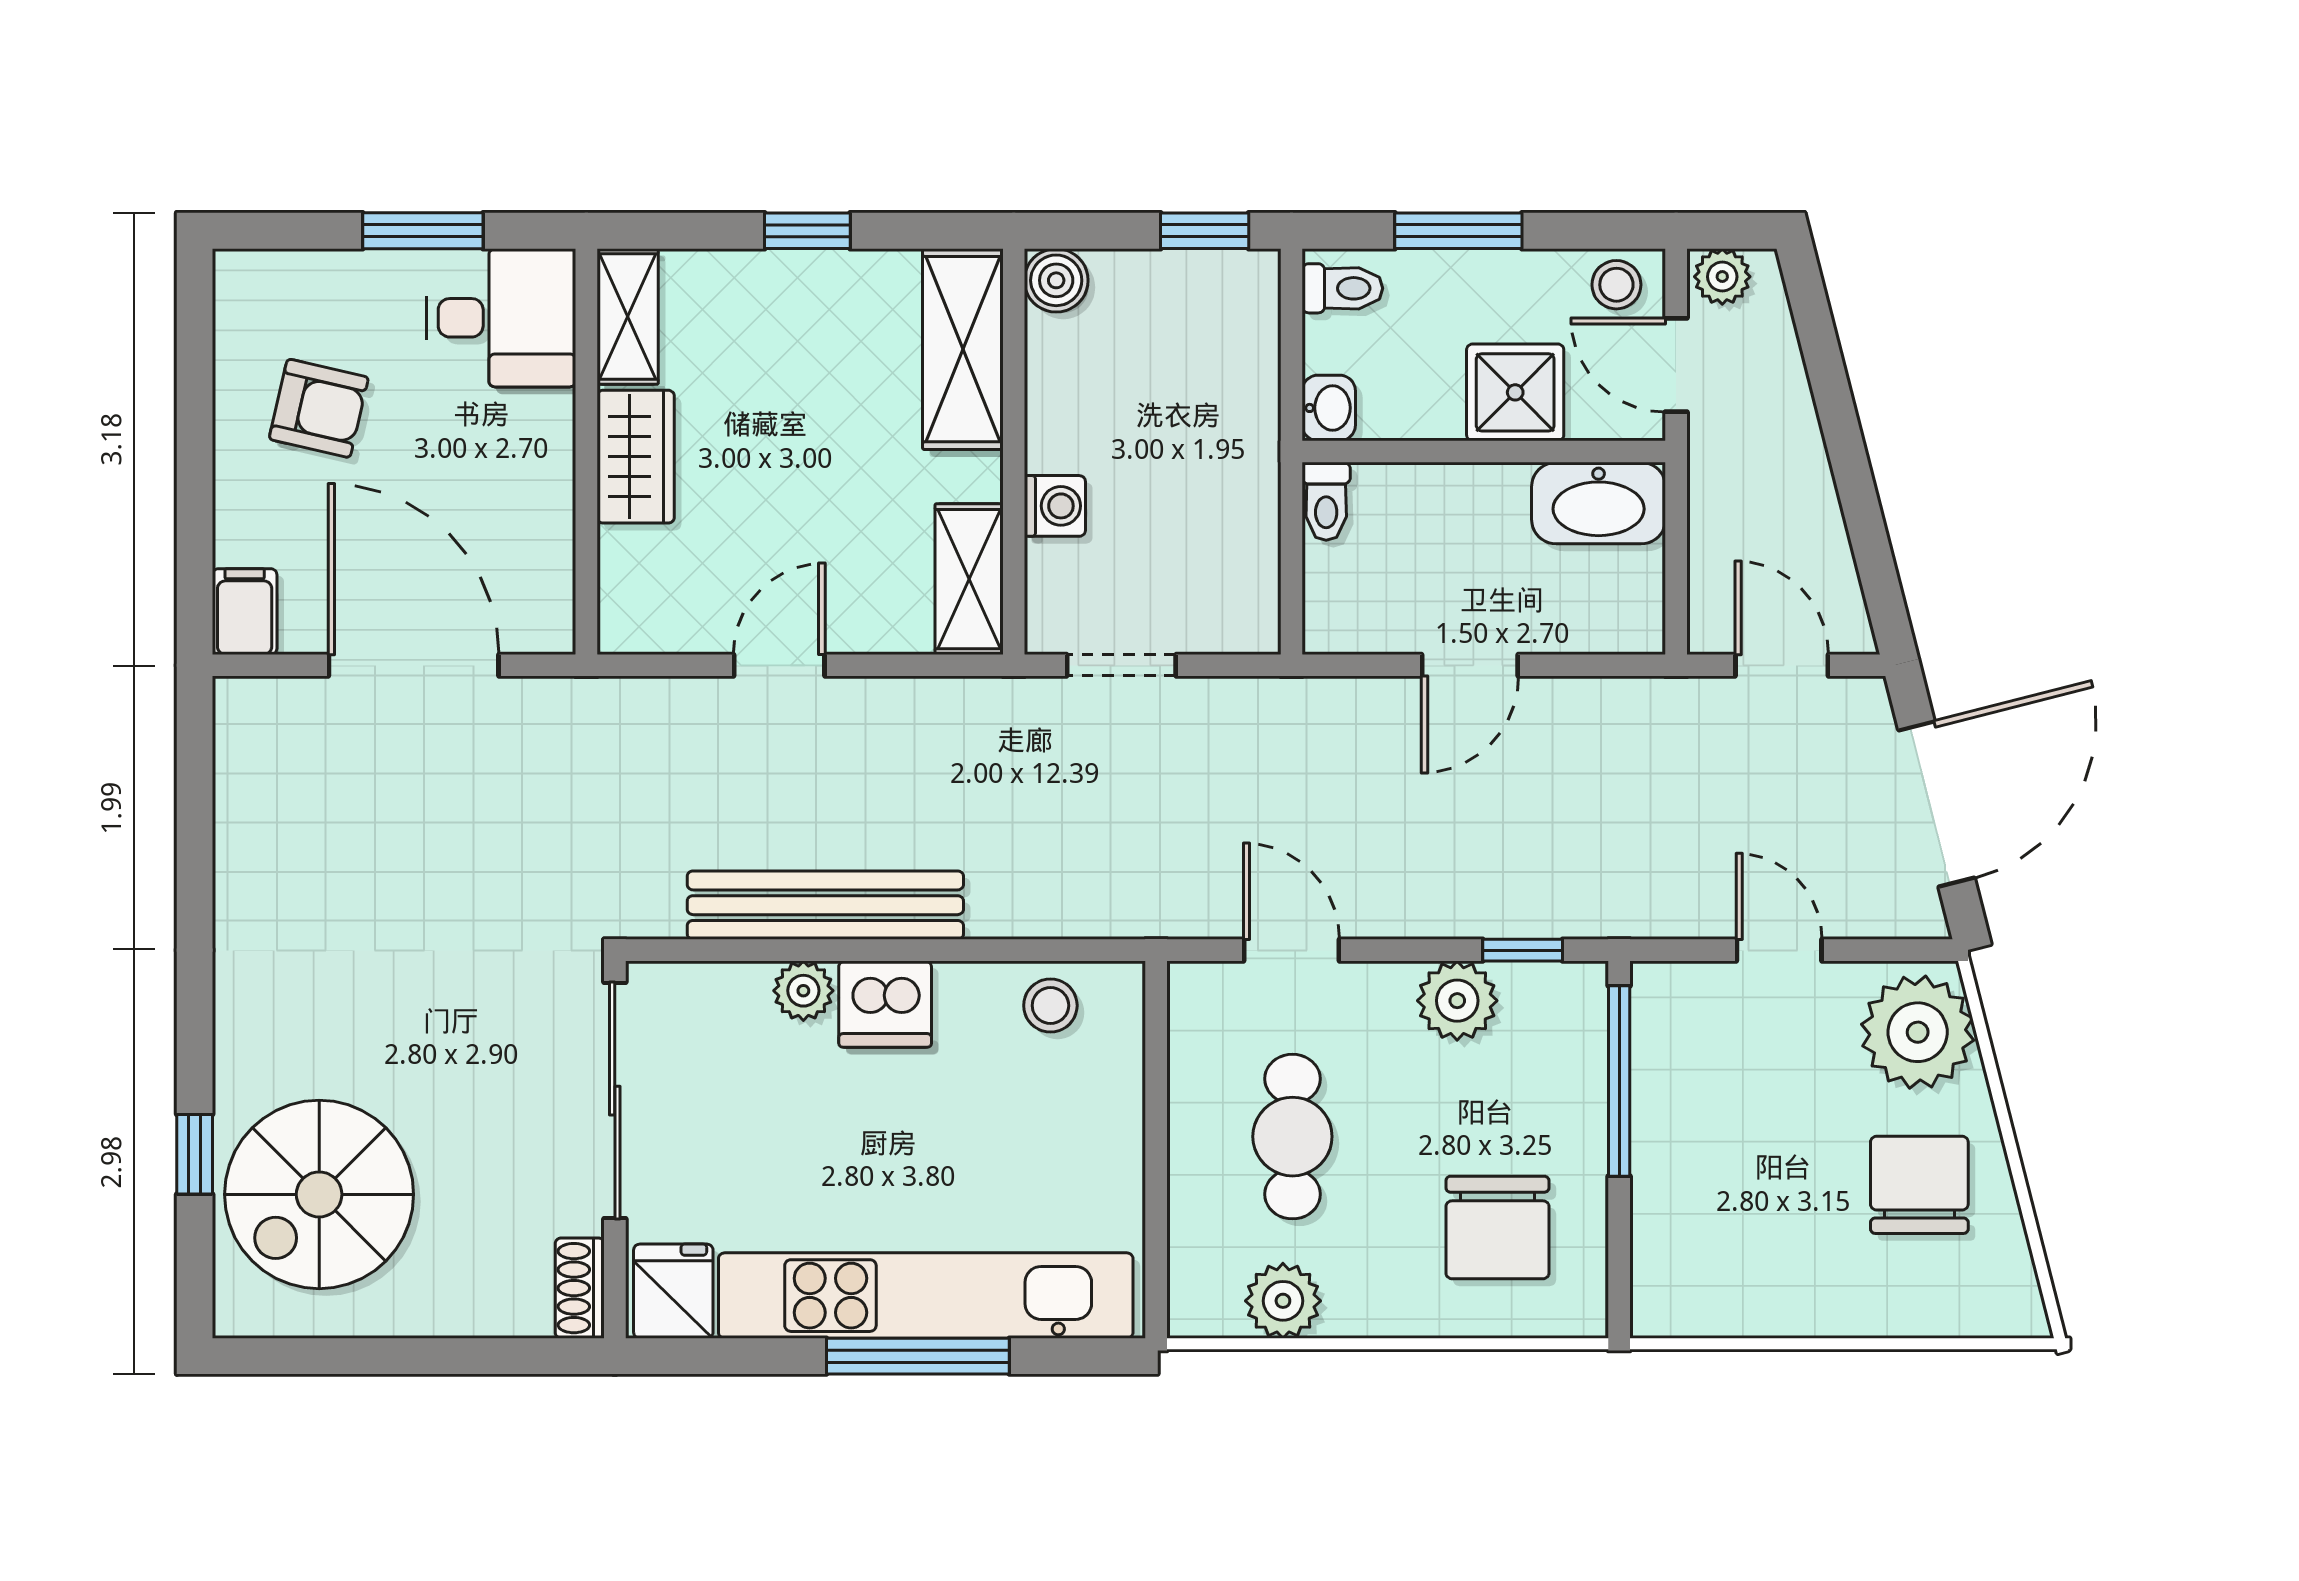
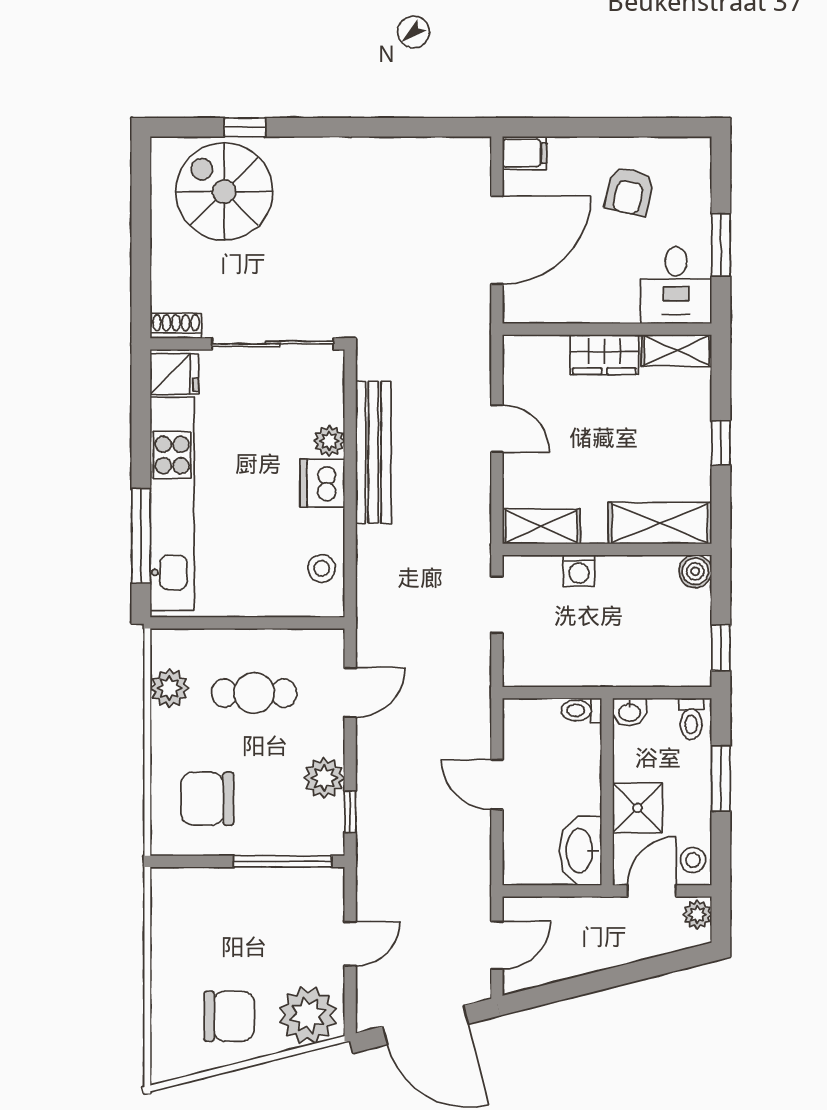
window: (918, 1356) -> (141, 536), moved

